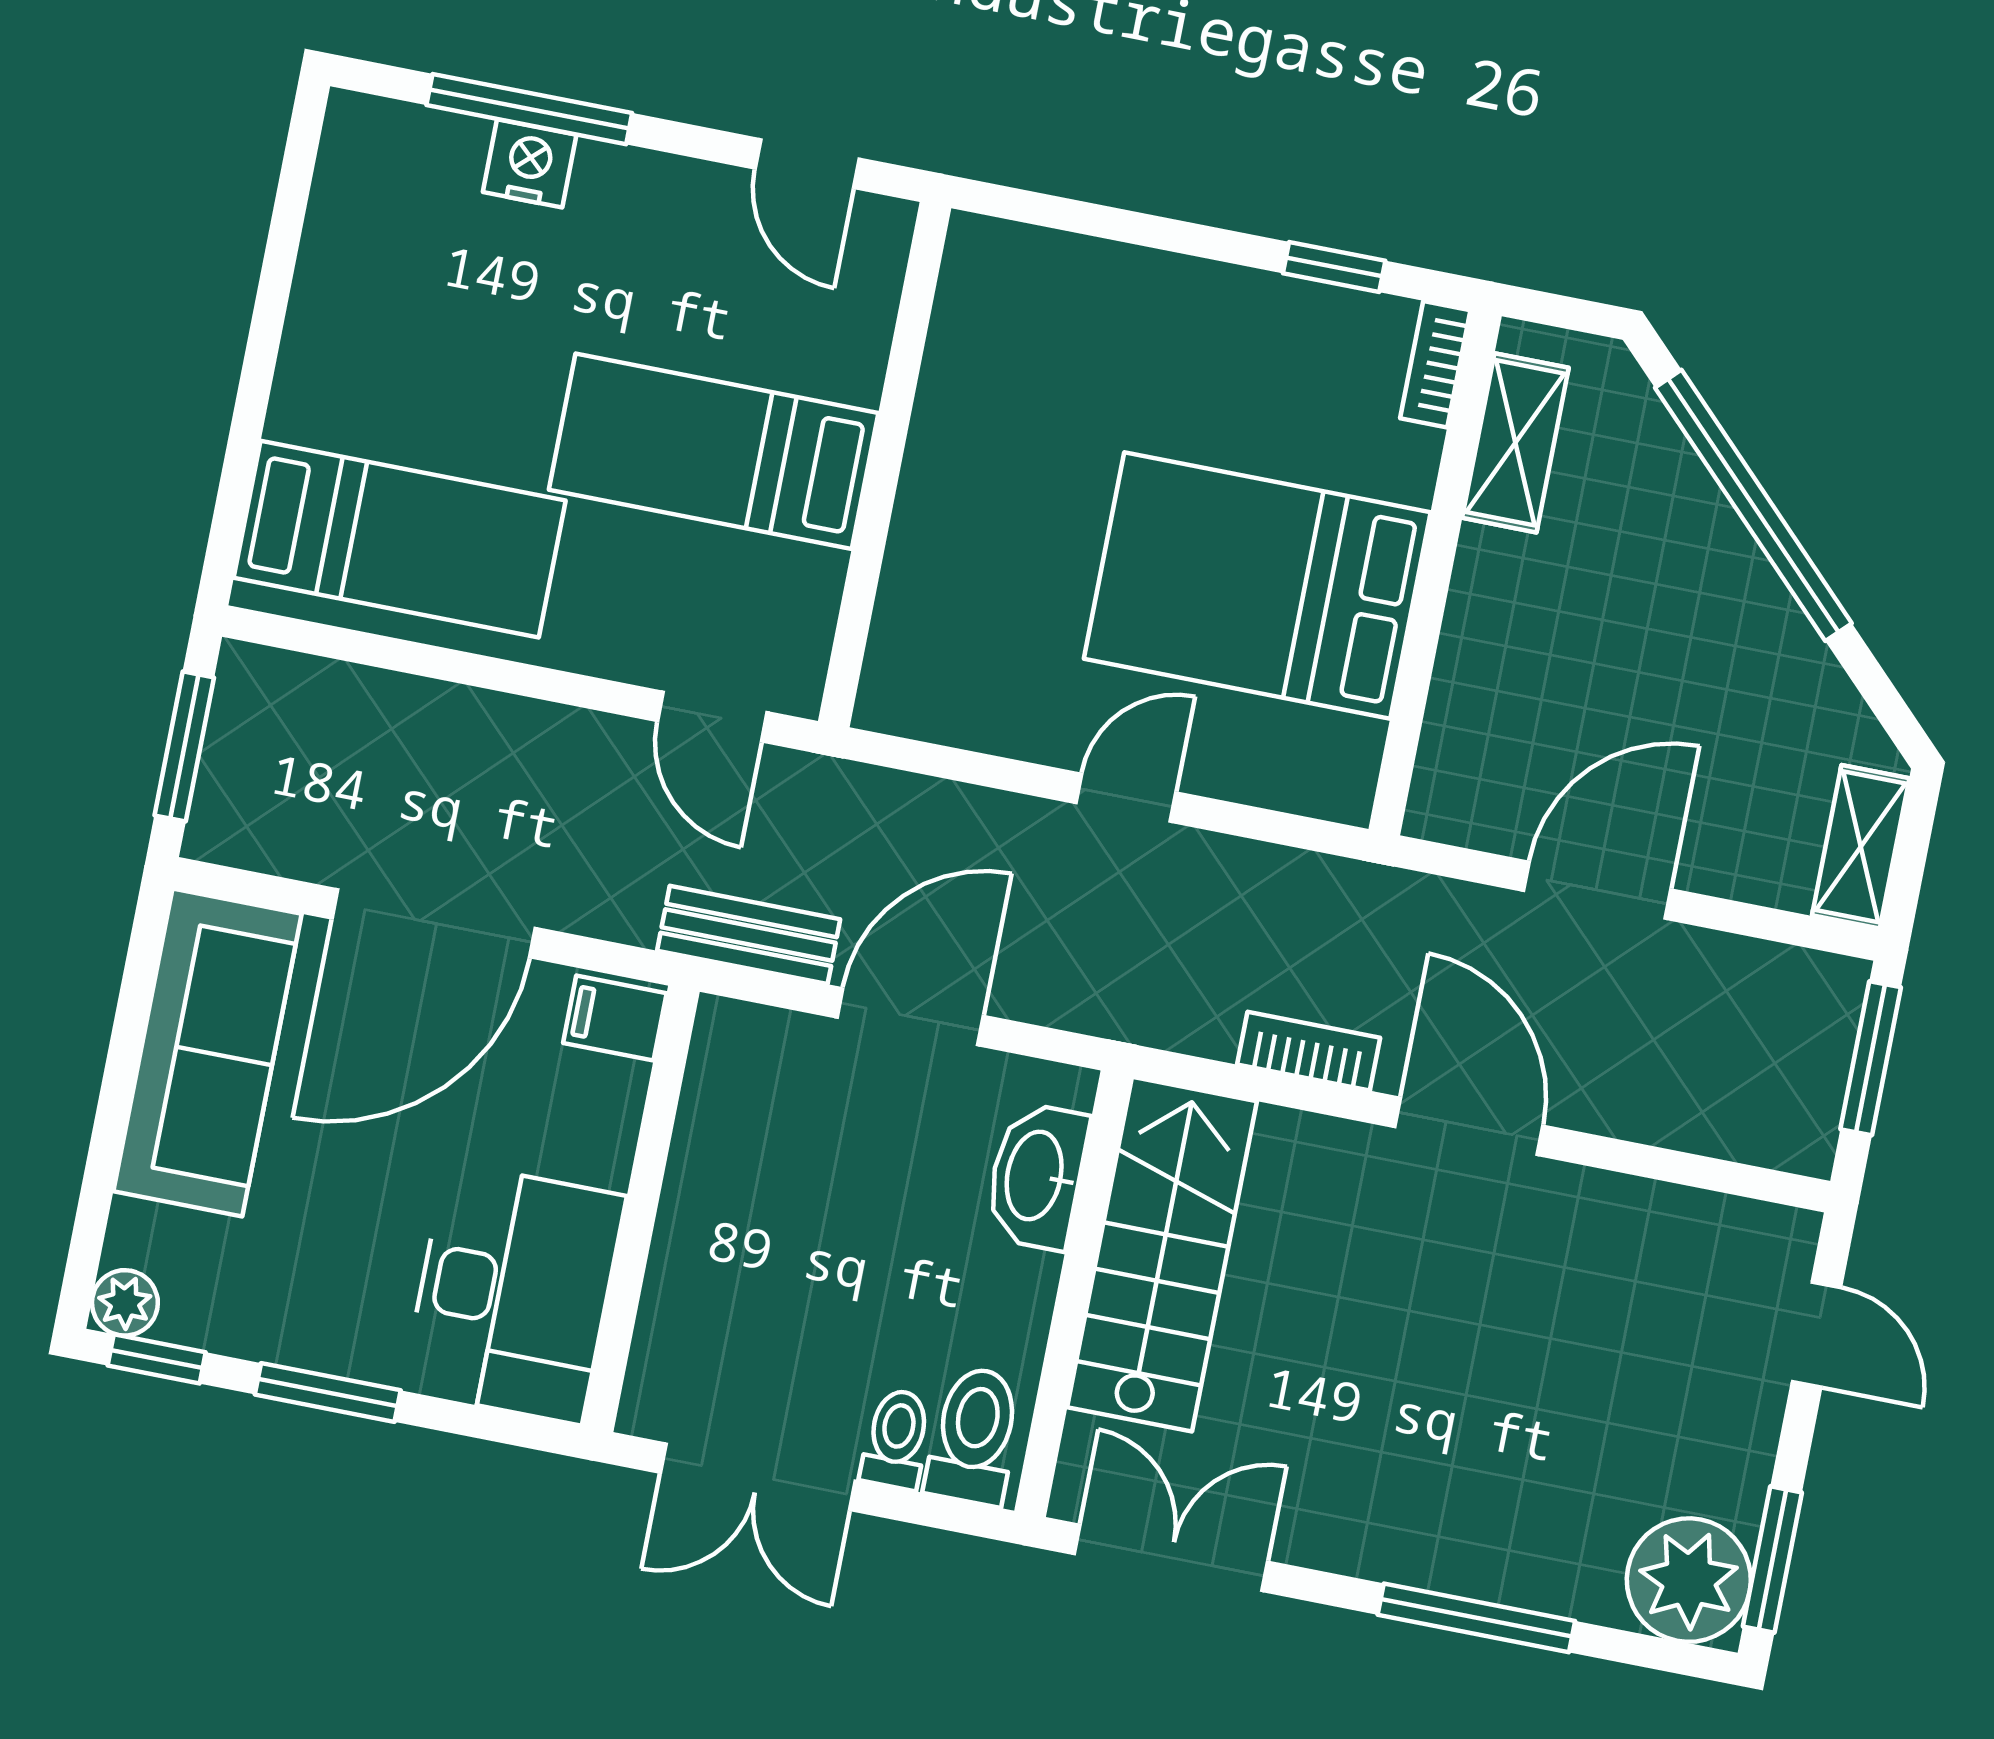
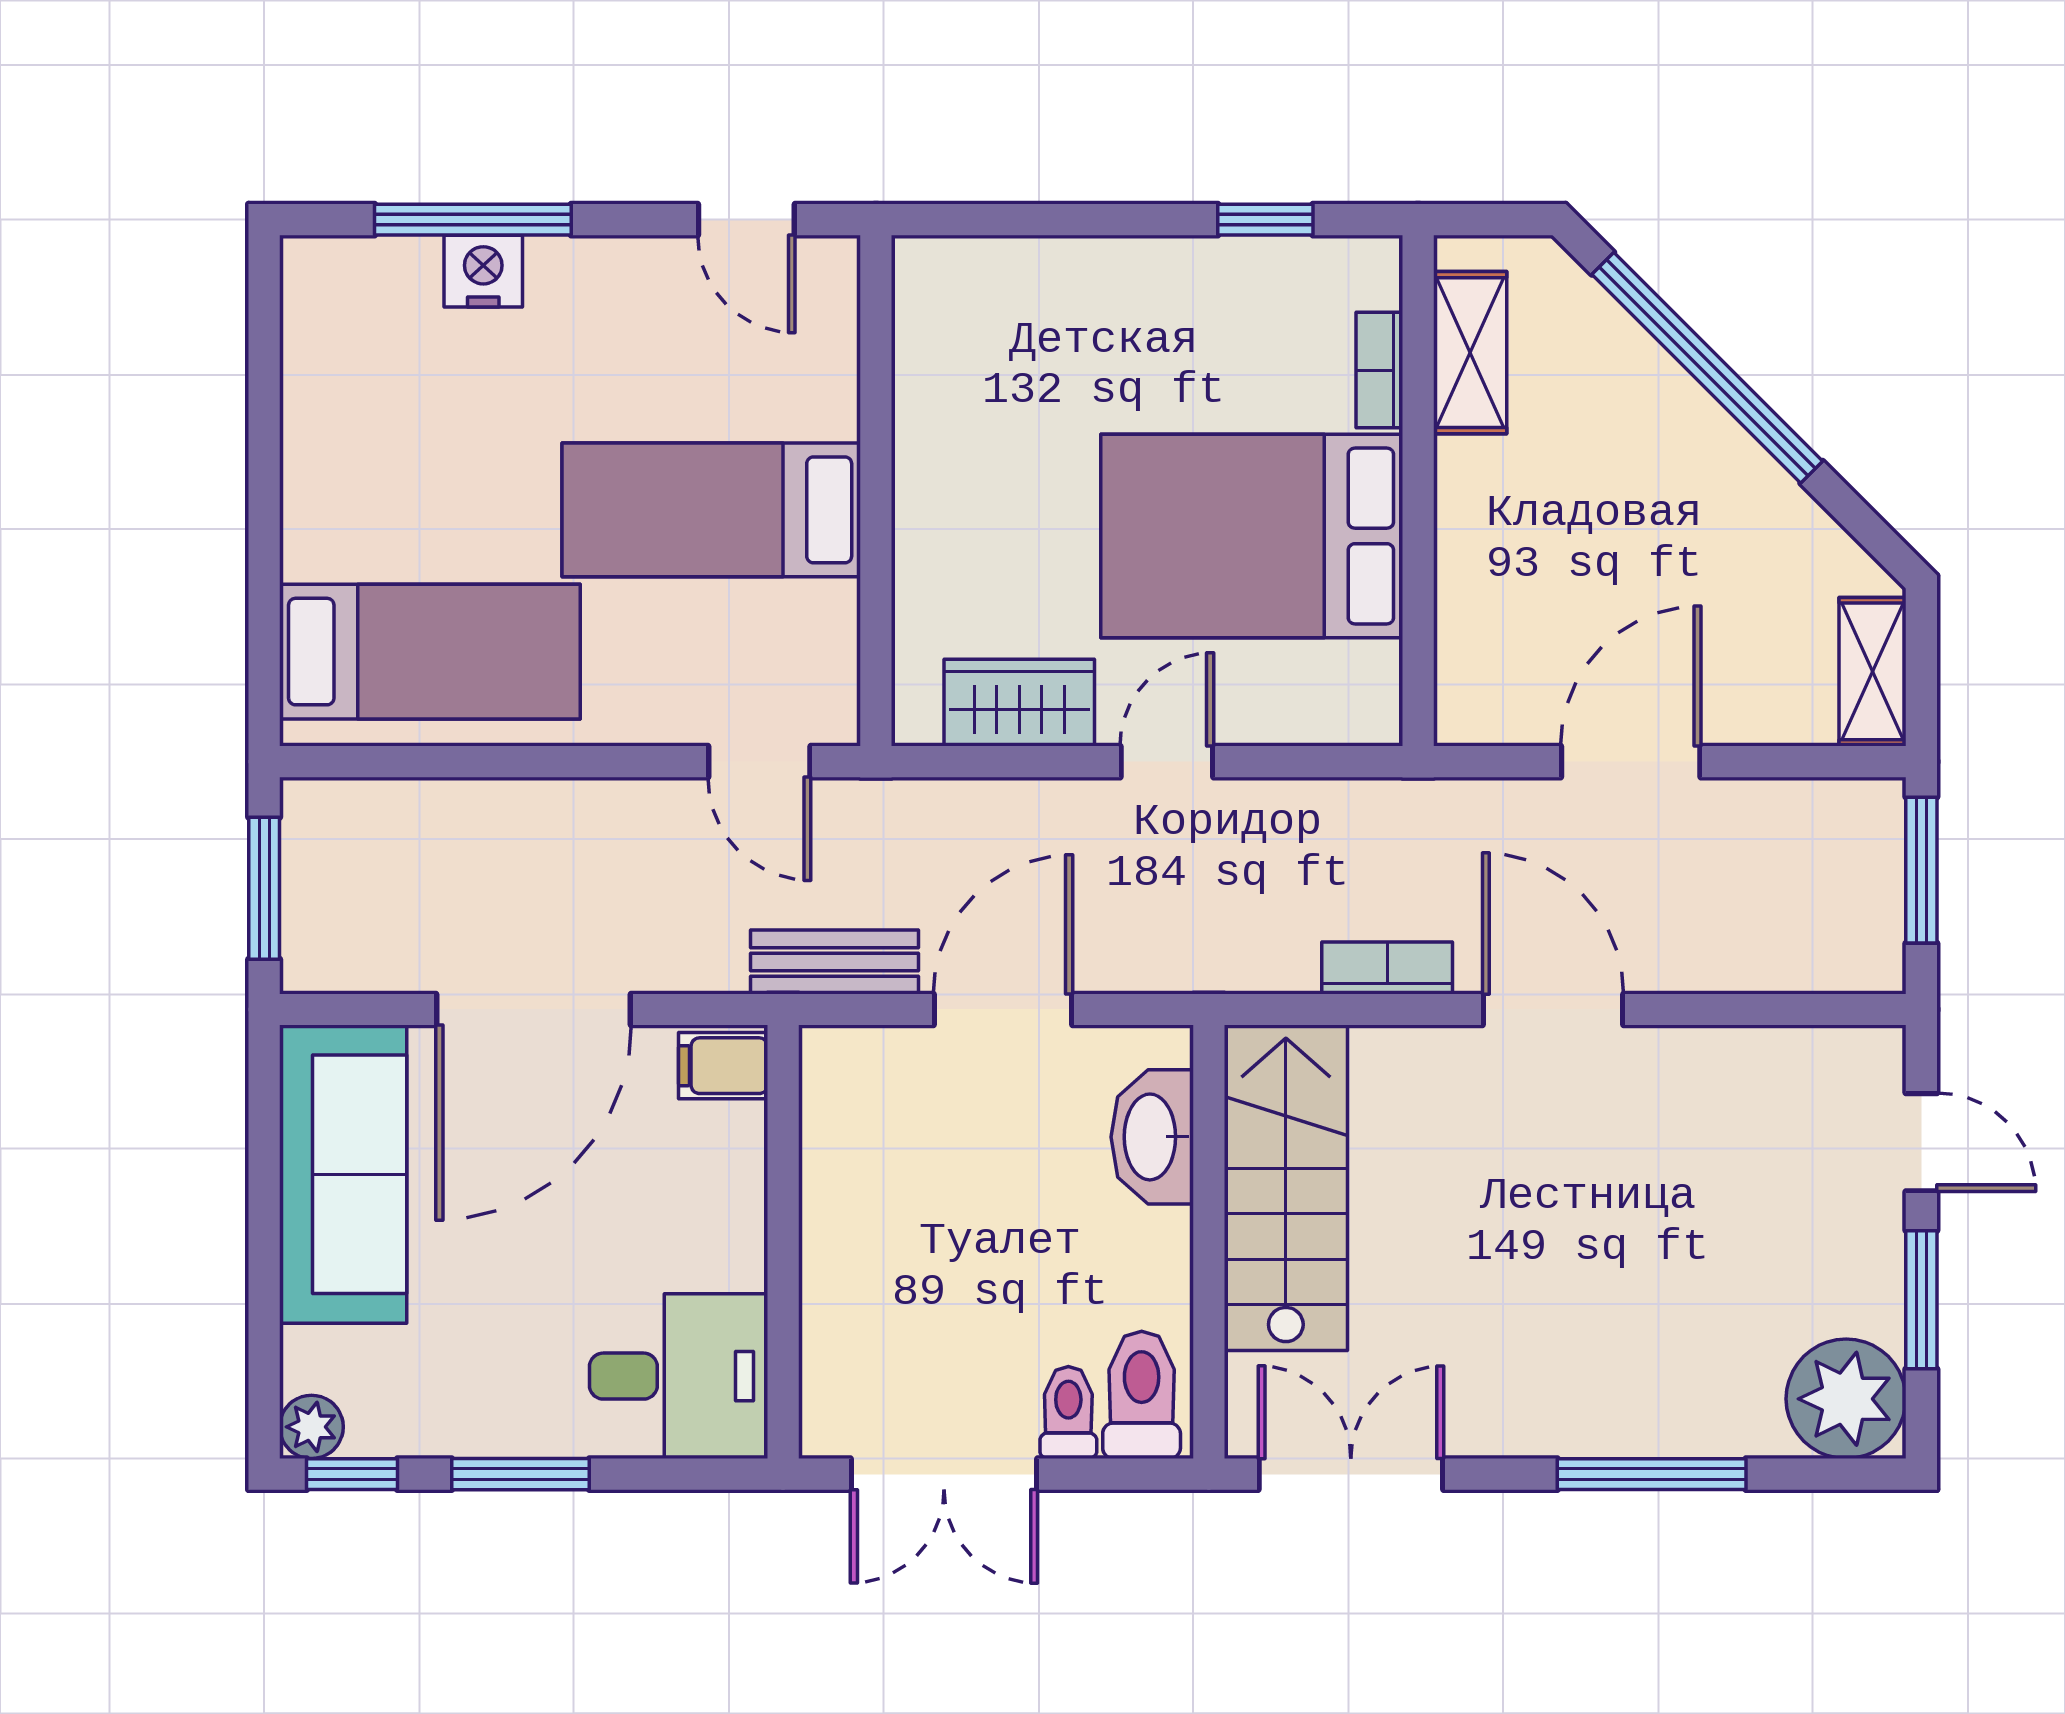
bookcase: (1435, 364) -> (1379, 370), moved
wardrobe: (988, 708) -> (1019, 703), added
desk: (514, 1293) -> (679, 1376), width x0.73
window: (1772, 1560) -> (1921, 1300), moved

